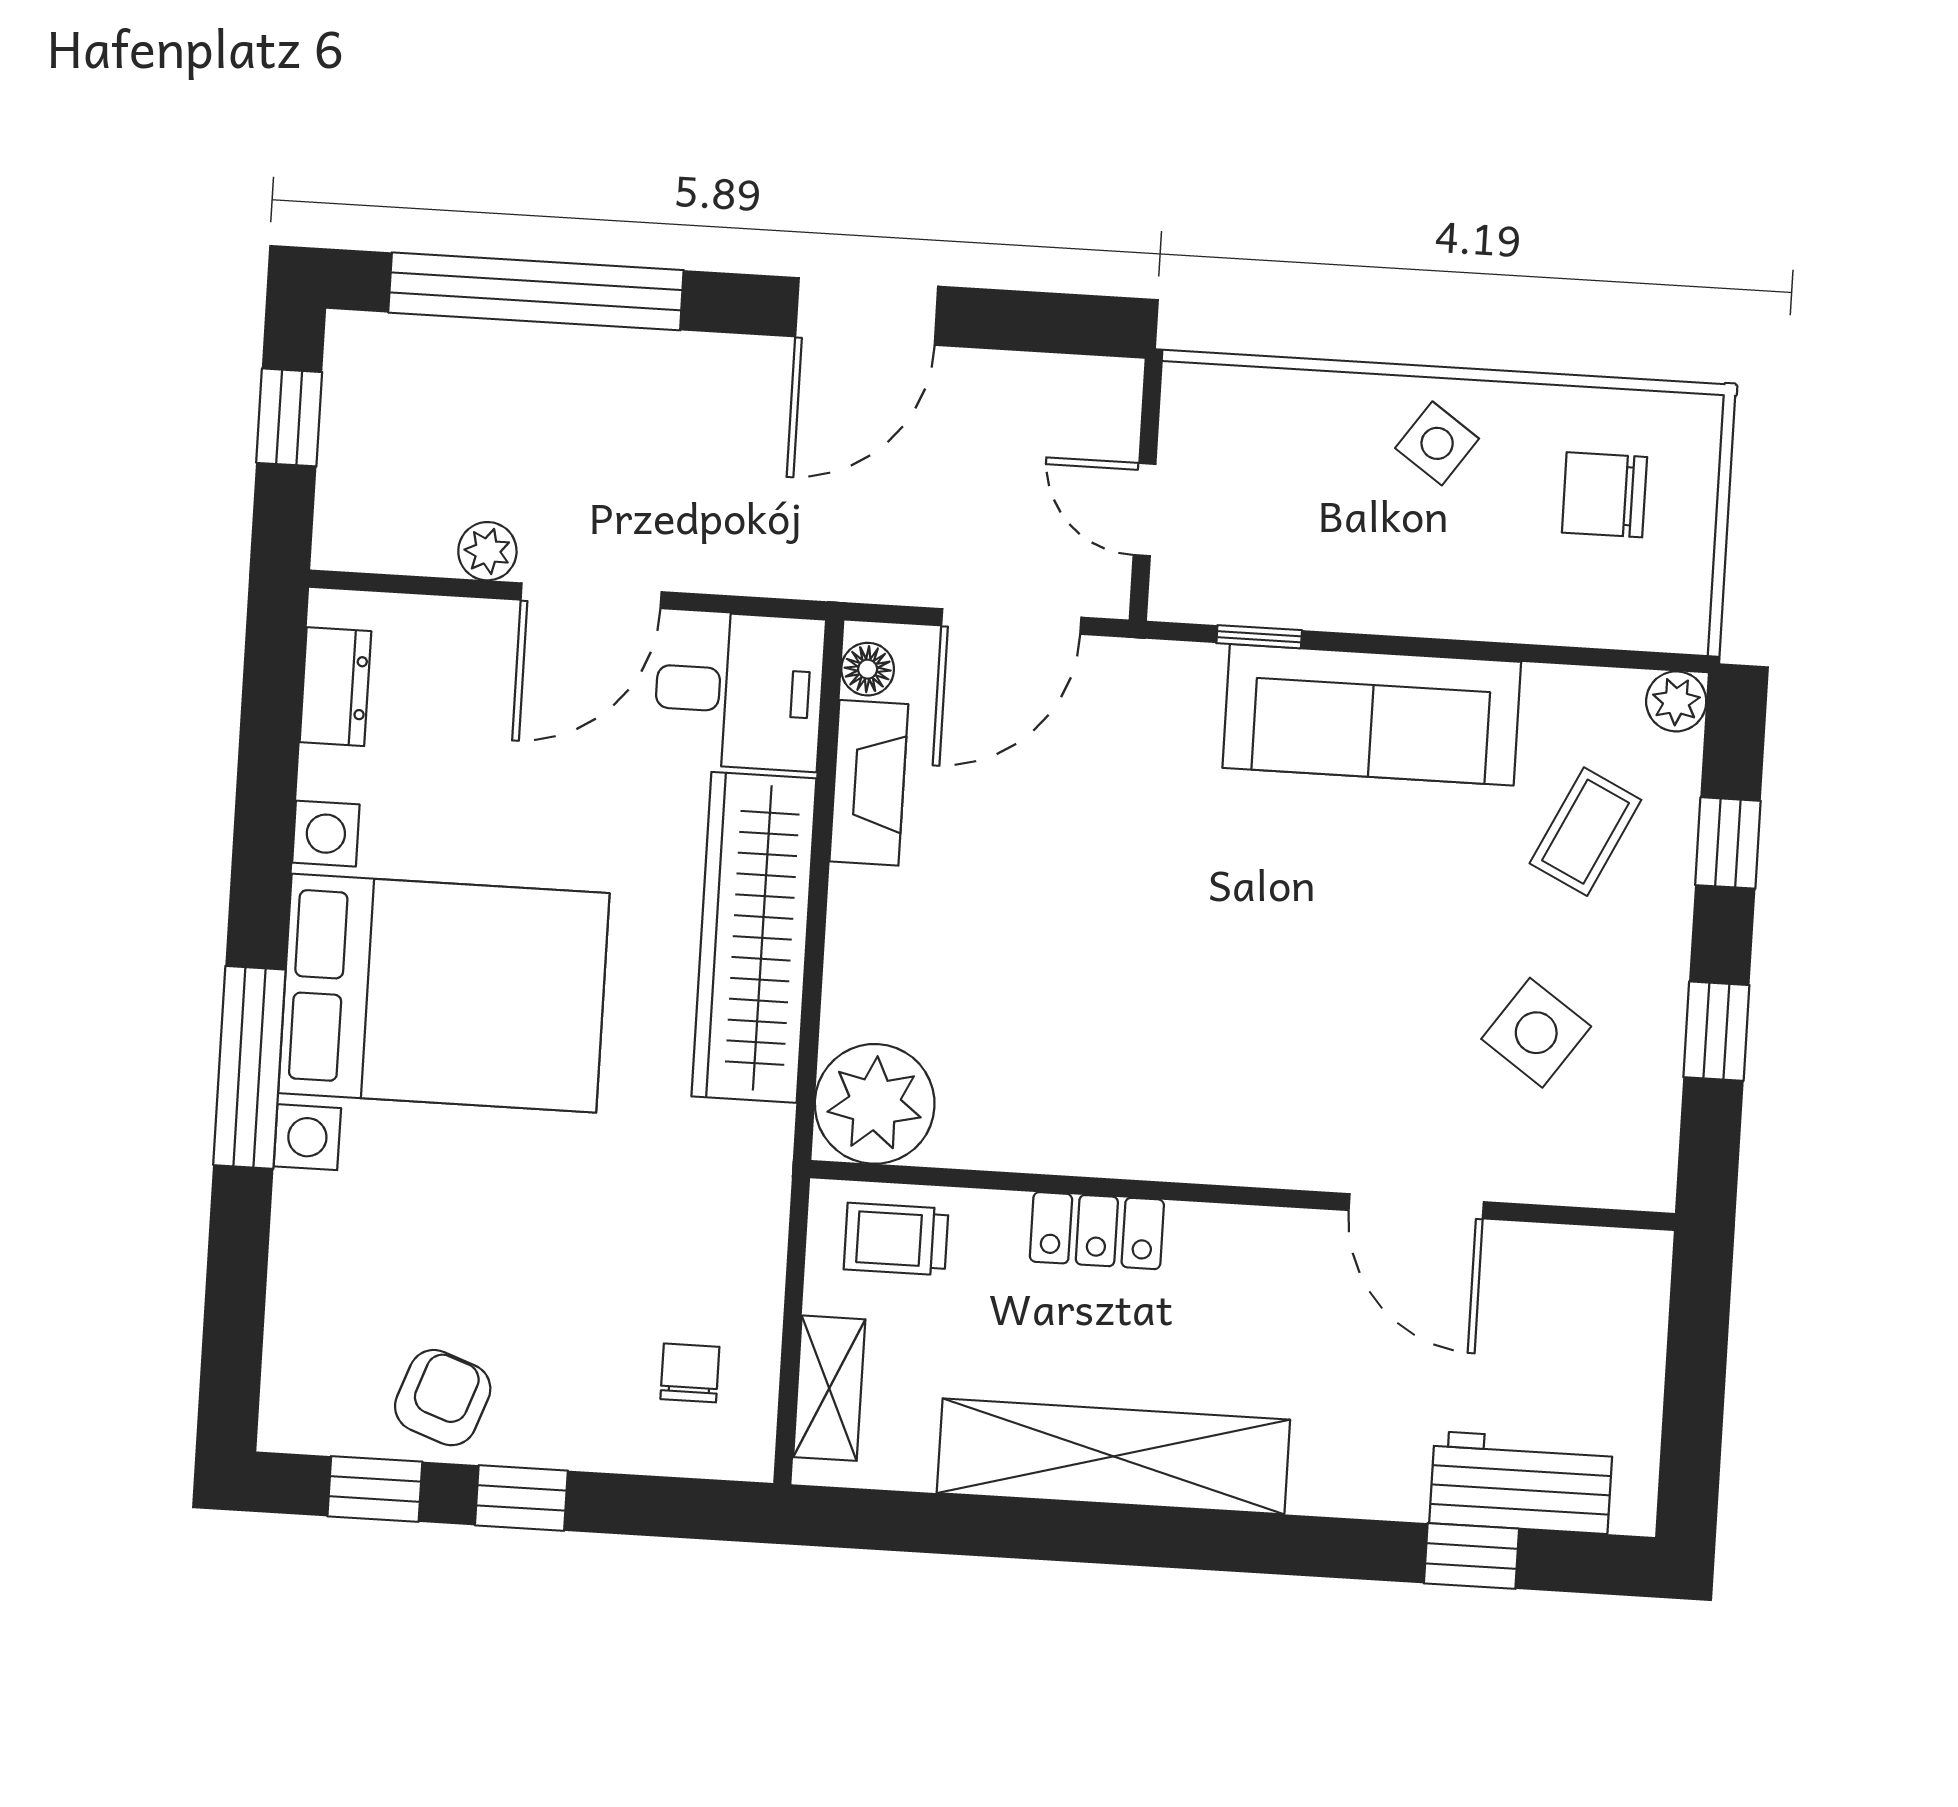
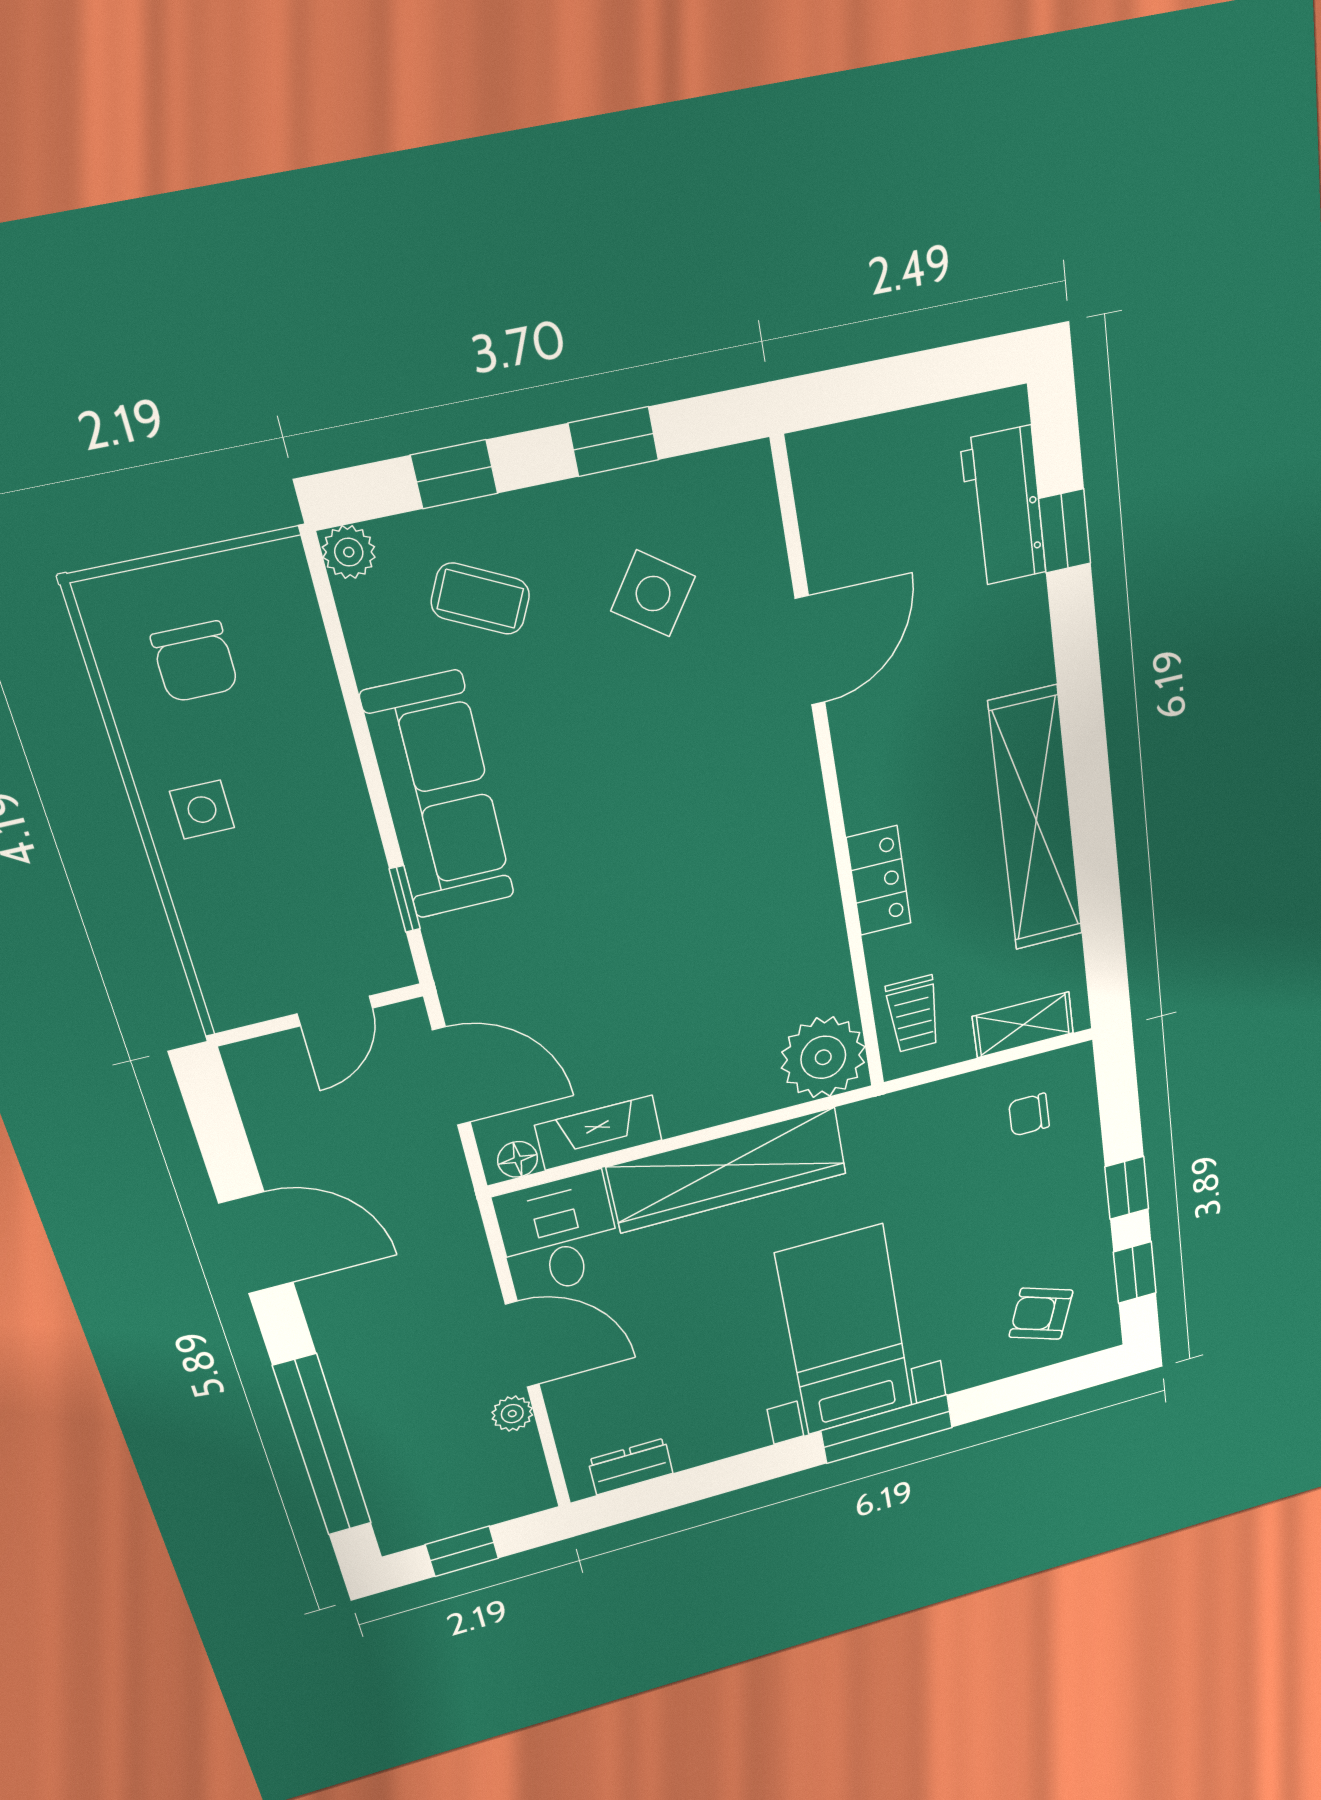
side table: (1437, 443) -> (202, 810), turned -35
bed with nightstands: (444, 993) -> (845, 1331), width x0.73
armchair: (443, 1398) -> (1041, 1314), moved

